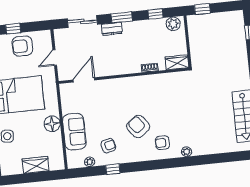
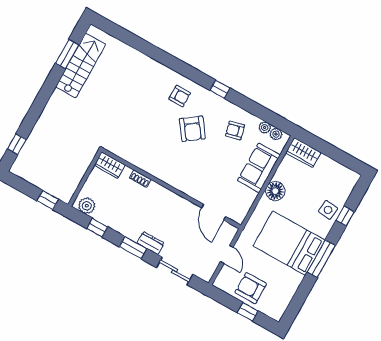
armchair: (22, 46) -> (251, 288), turned 180
door: (55, 58) -> (227, 254), hinge flipped
door: (84, 80) -> (214, 212), hinge flipped
plant: (186, 152) -> (276, 134), moved
wardrobe: (36, 165) -> (303, 153), moved
window: (113, 169) -> (220, 89), moved

